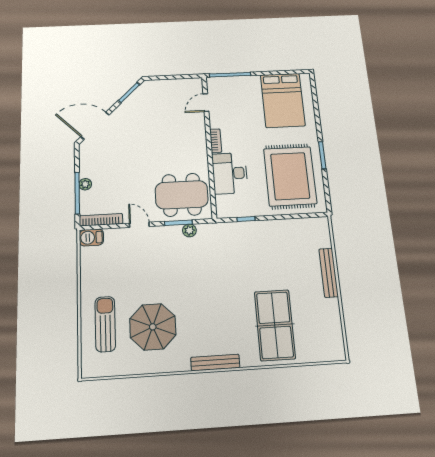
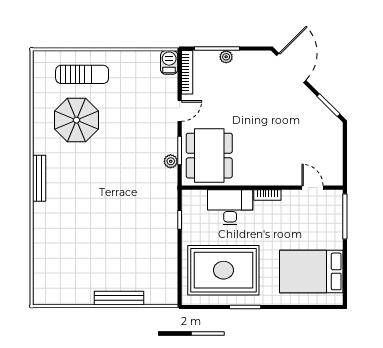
table tennis table: (275, 325) -> (71, 239), removed

